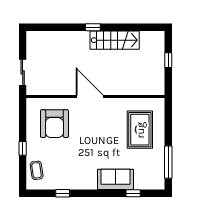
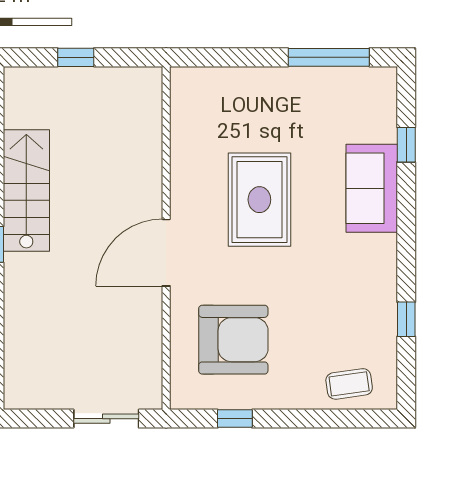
rug: (140, 130) -> (259, 200), moved, turned 90
window: (23, 148) -> (235, 419), moved

